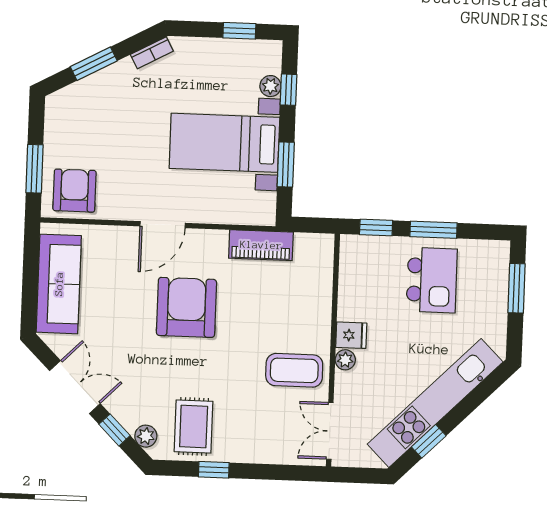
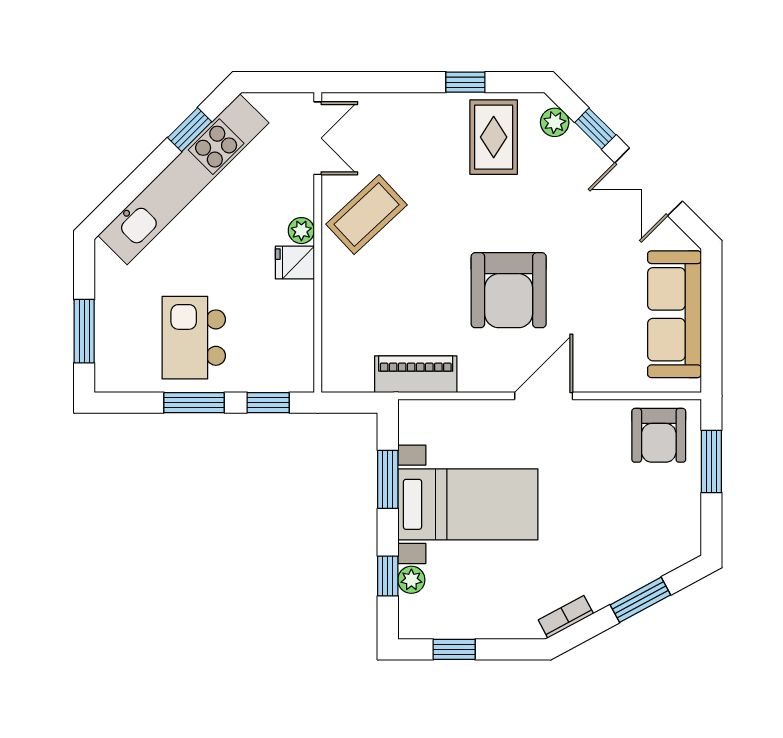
coffee table: (294, 370) -> (367, 215), turned -43

